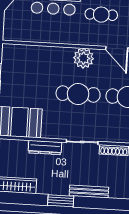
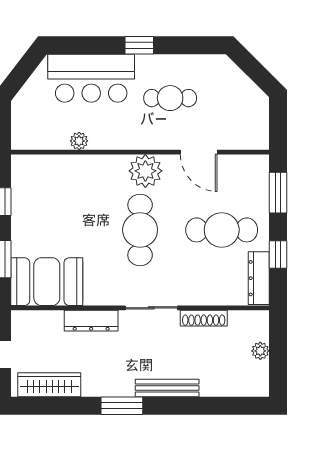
plant: (44, 37) -> (79, 141), added
cafe table: (78, 94) -> (140, 230), turned 90

